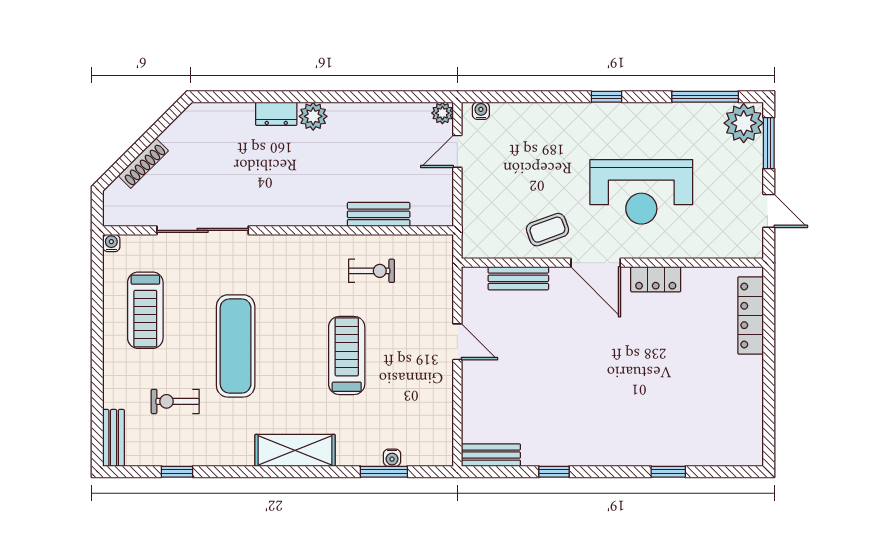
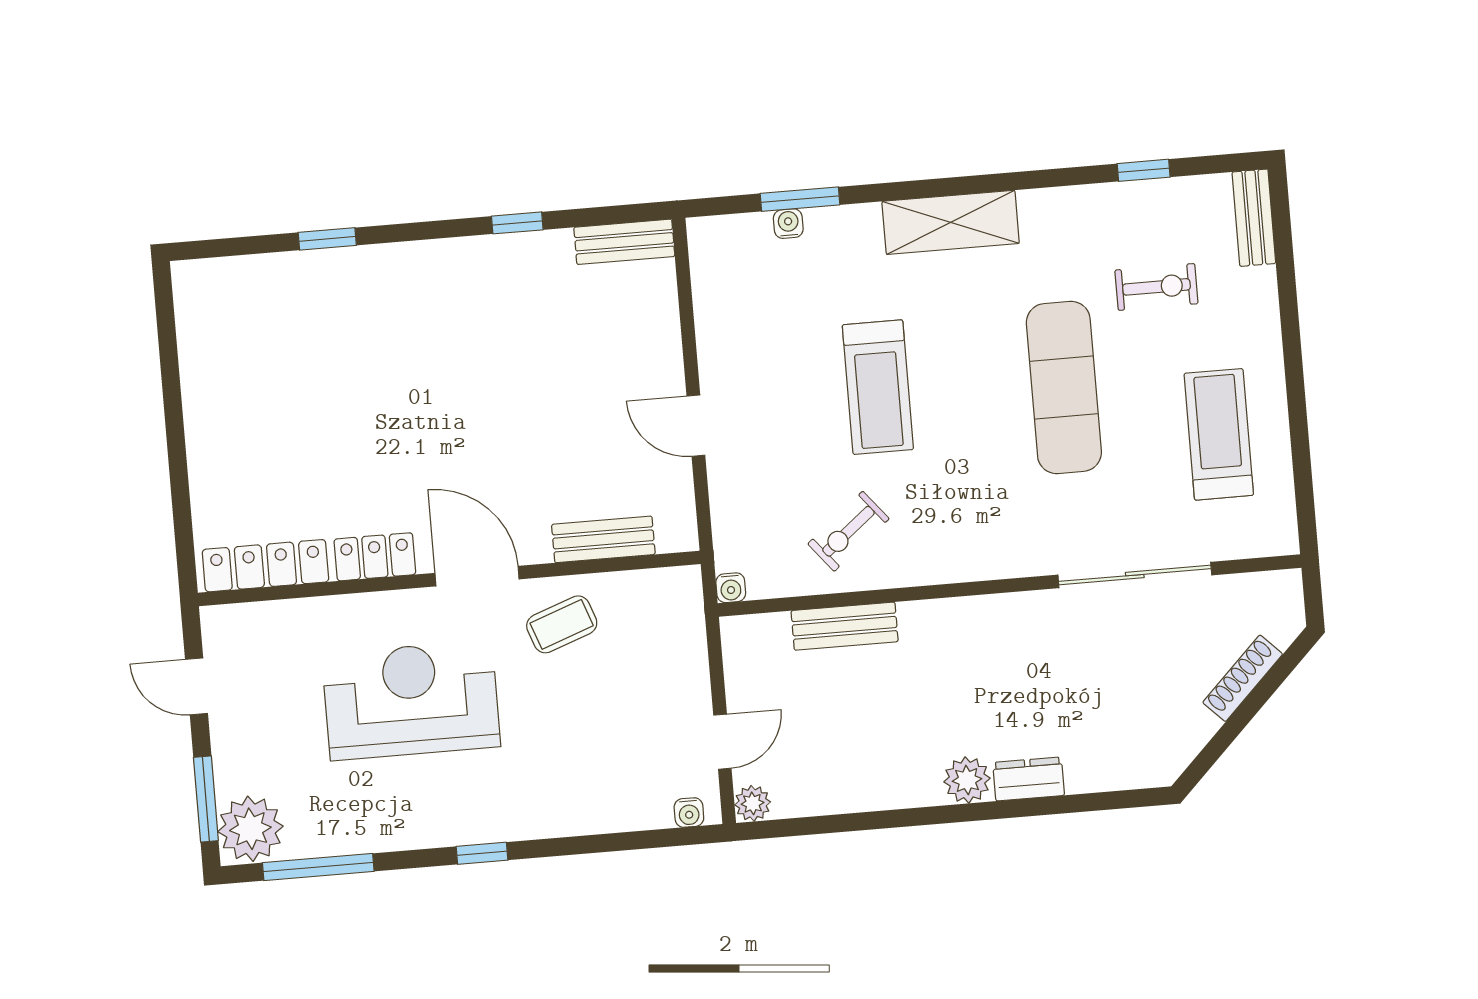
water cooler: (111, 243) -> (731, 588), moved
exercise bike: (371, 271) -> (848, 531), turned -39
locker: (751, 315) -> (265, 566), moved, turned -90

